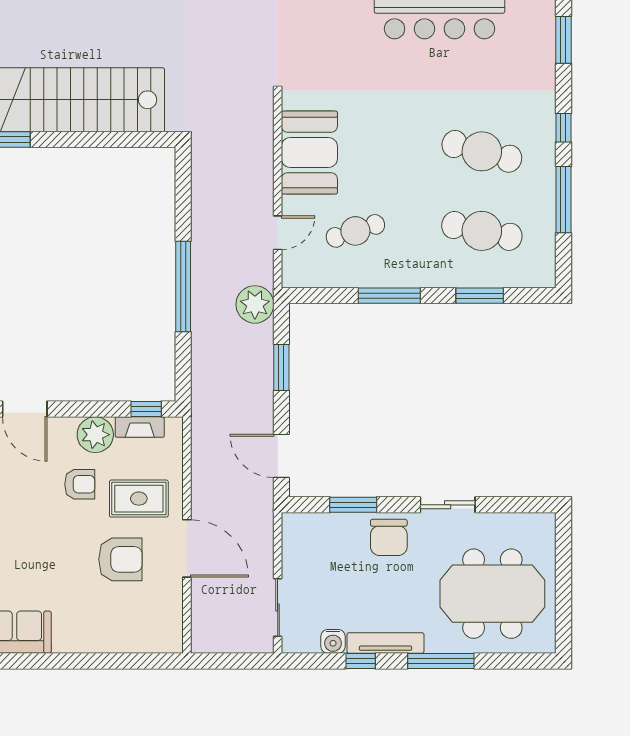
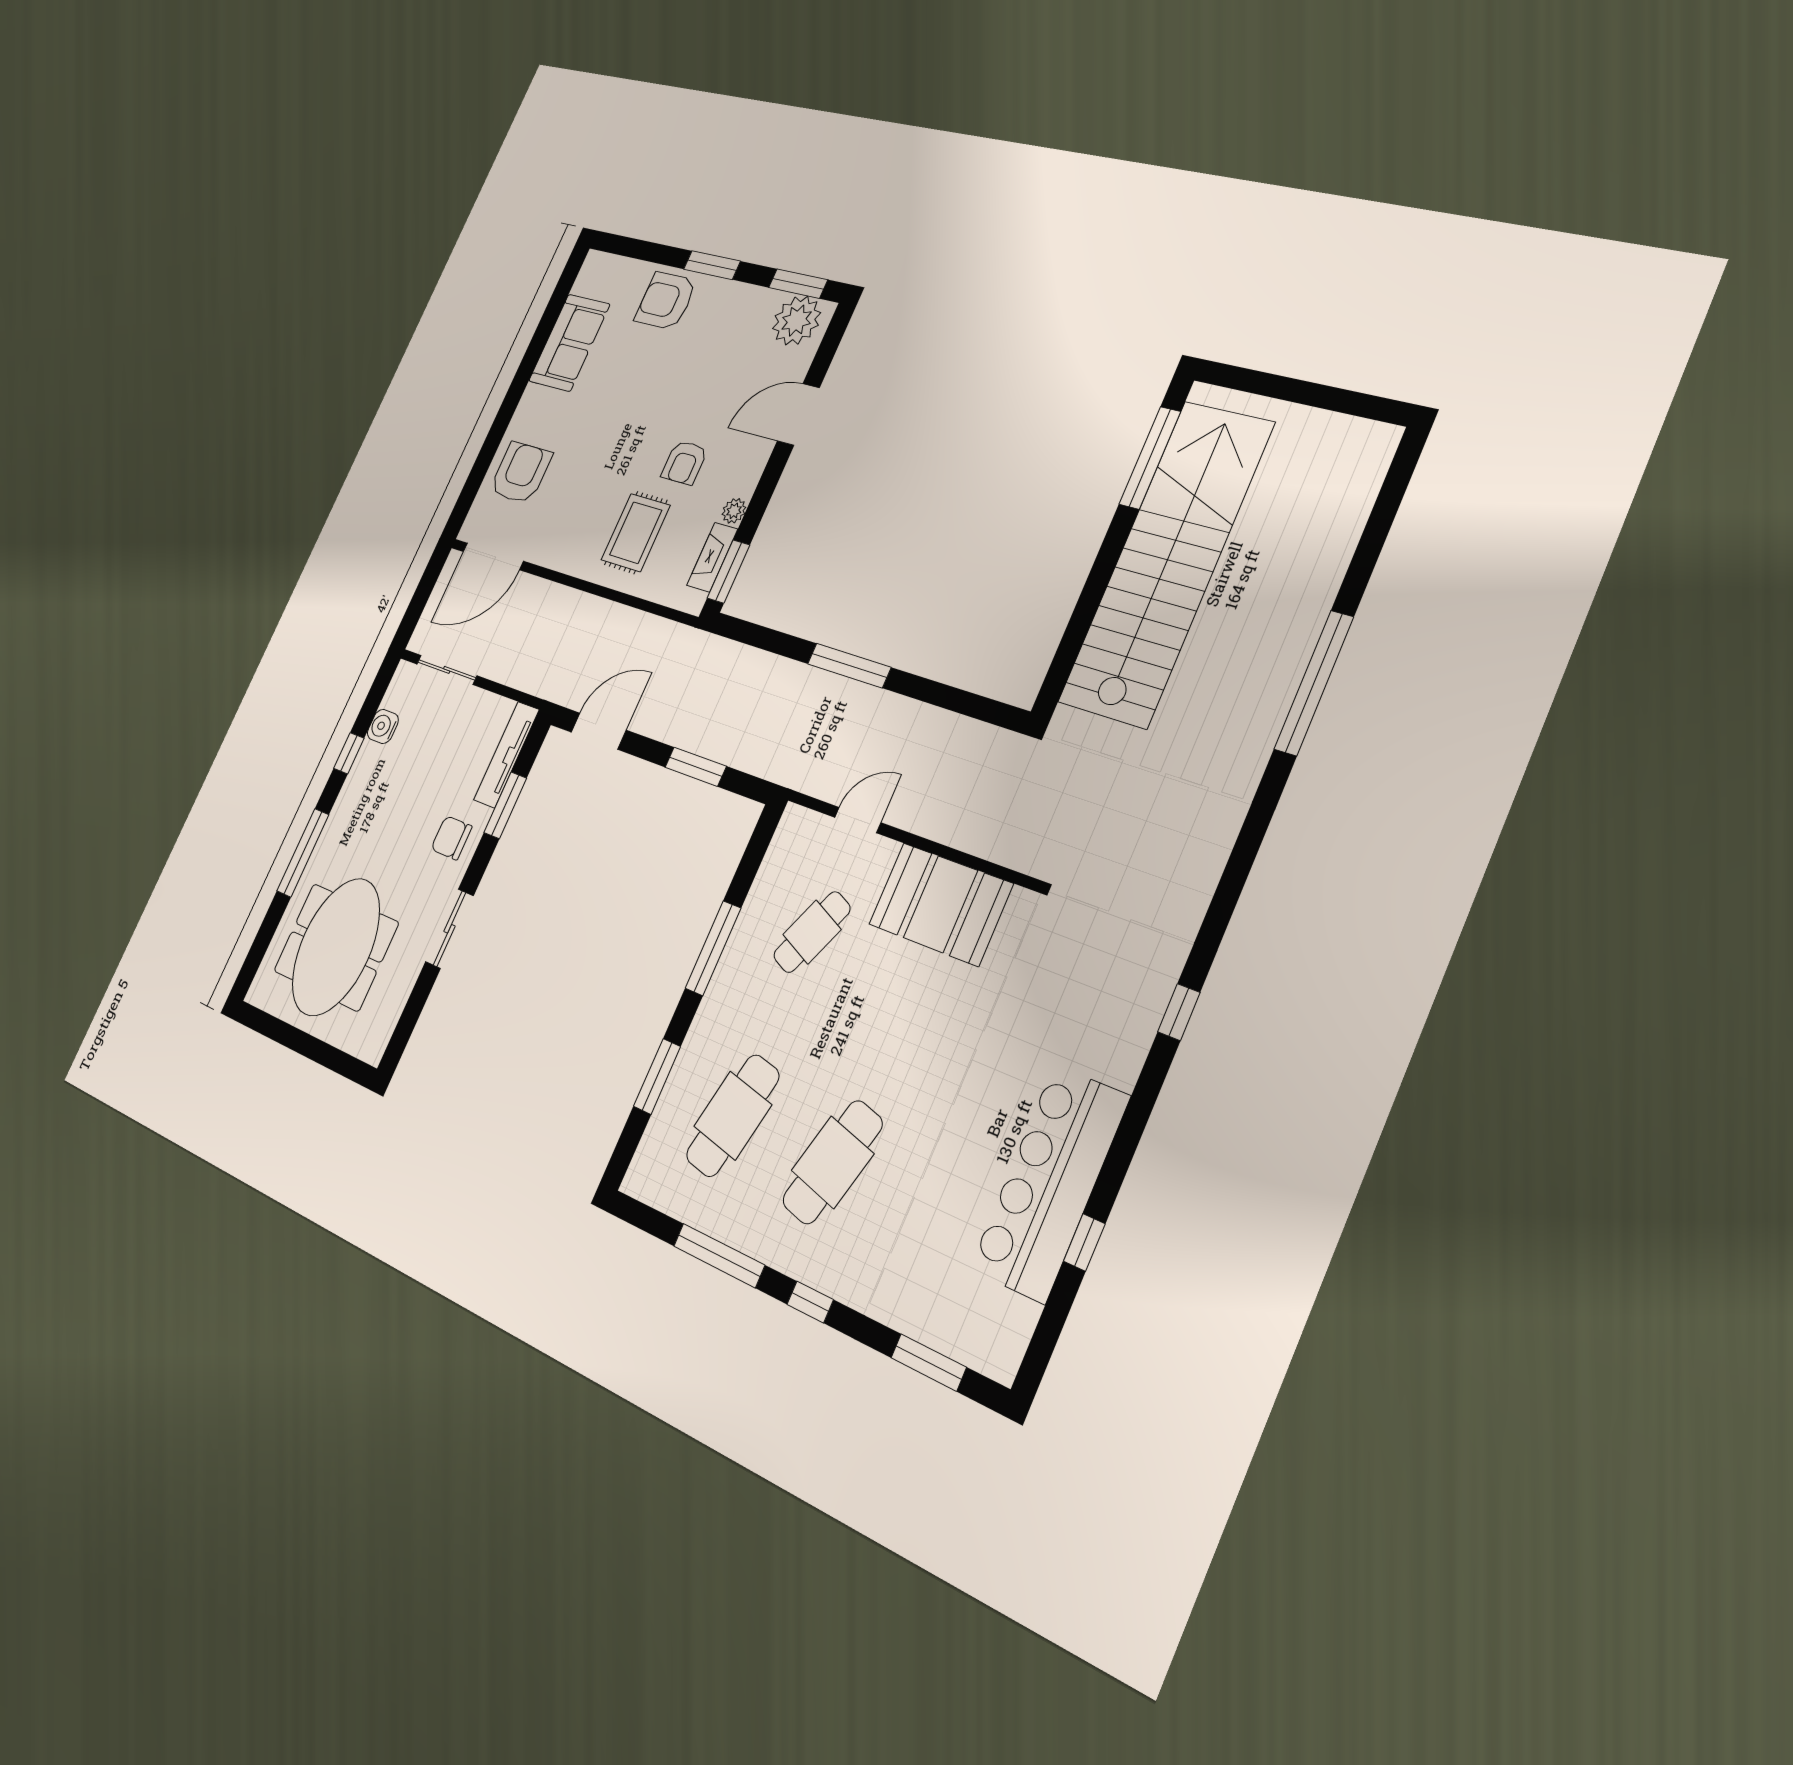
cafe table: (355, 231) -> (812, 932), turned 42
door: (278, 233) -> (858, 820), swing flipped
window: (183, 286) -> (849, 666), width x0.68
plant: (255, 304) -> (785, 757), removed
window: (146, 409) -> (729, 572), width x1.50
plant: (95, 435) -> (734, 511), width x0.53, depth x0.53
chair: (389, 537) -> (451, 838), width x0.73, depth x0.73
door: (187, 548) -> (493, 556), moved
armchair: (120, 559) -> (521, 473), moved, turned 180
tv unit: (385, 643) -> (507, 755), moved, turned 180

